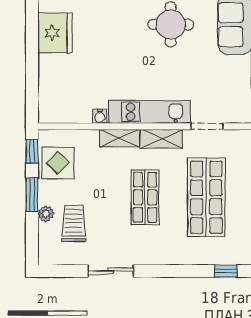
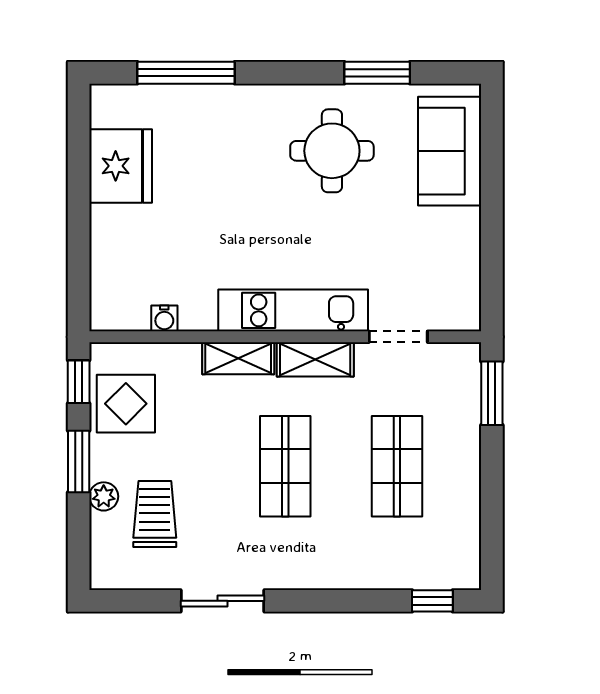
water cooler: (100, 116) -> (164, 318), moved
shop shelf: (206, 197) -> (397, 466), width x0.70, depth x0.74

